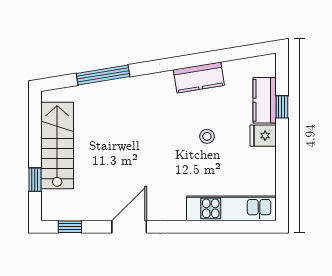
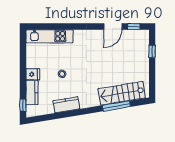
window: (282, 107) -> (23, 105), moved
stairs: (57, 145) -> (122, 93), moved, turned 81
door: (129, 227) -> (113, 27), moved

